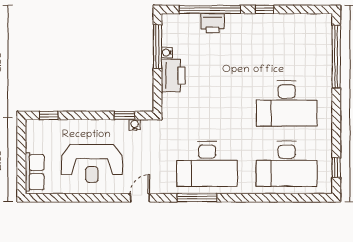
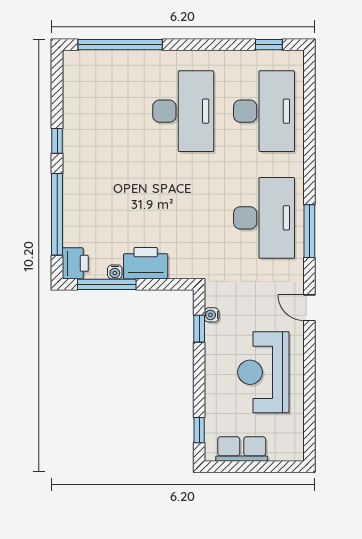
printer: (213, 23) -> (75, 263), moved
reception desk: (92, 163) -> (263, 372), turned 180
row of seats: (35, 172) -> (242, 449), moved

